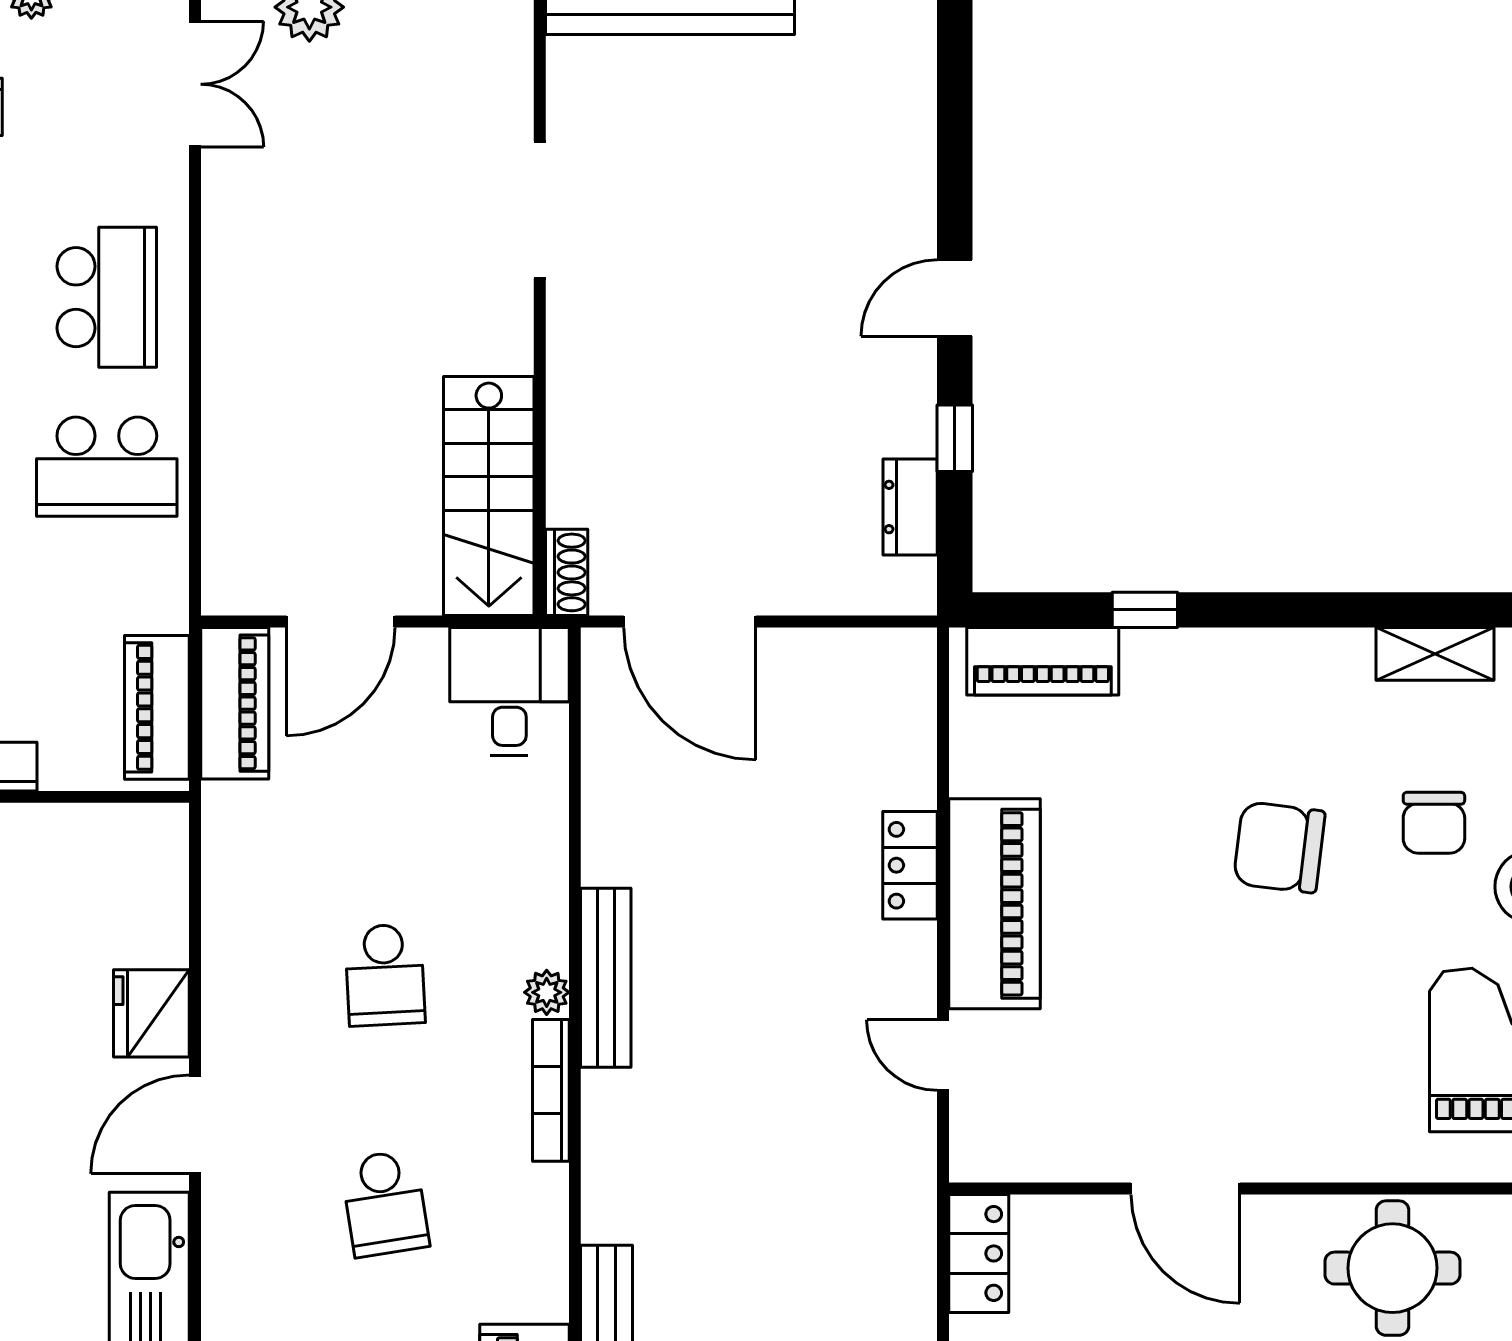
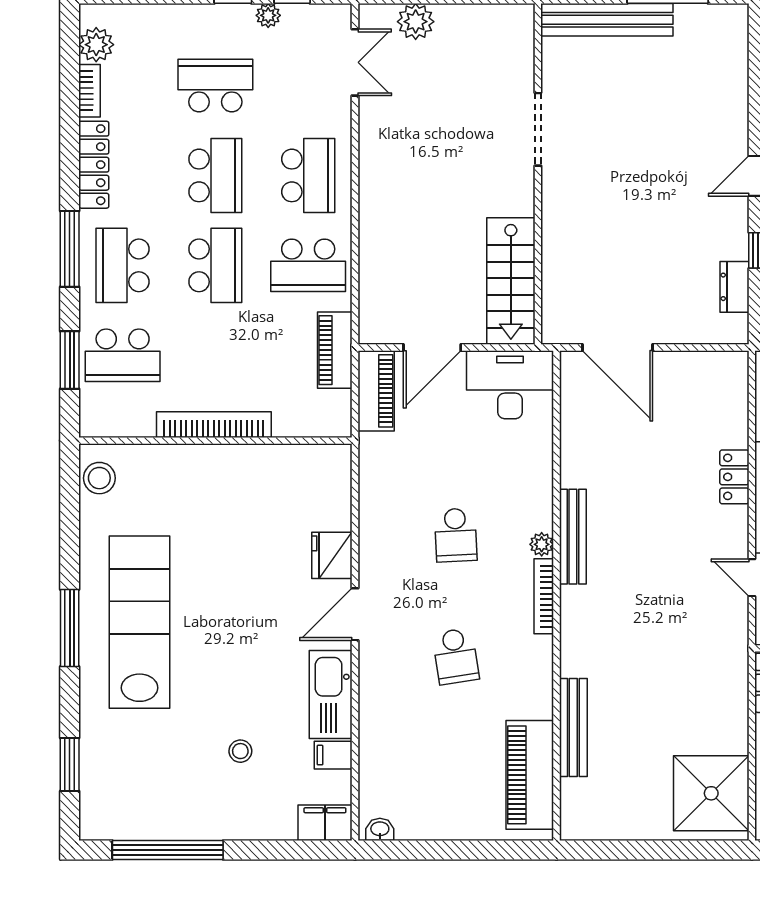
shoe rack: (567, 572) -> (552, 322), removed
desk: (509, 692) -> (510, 385), width x1.37
piano: (157, 707) -> (335, 350), moved

